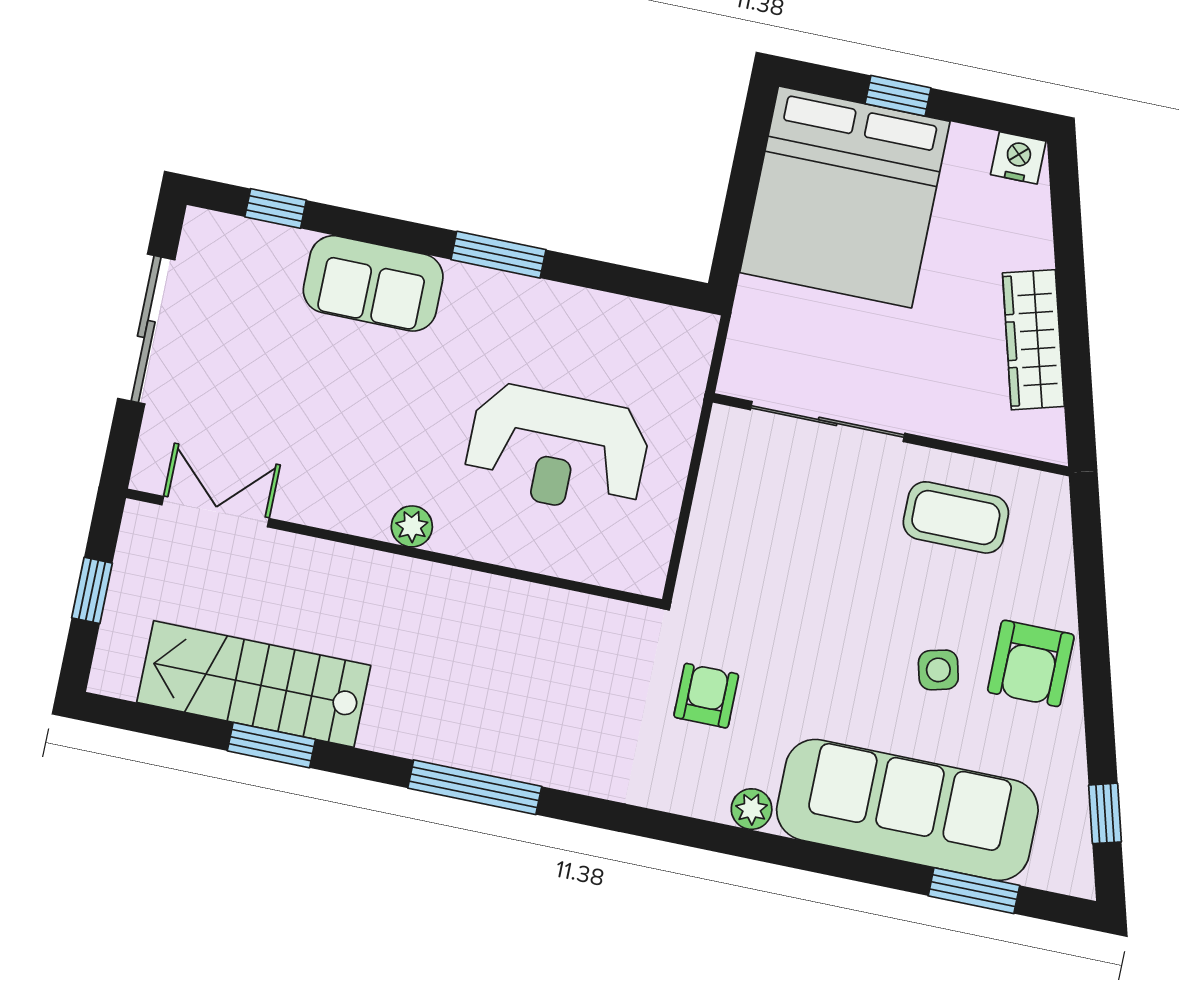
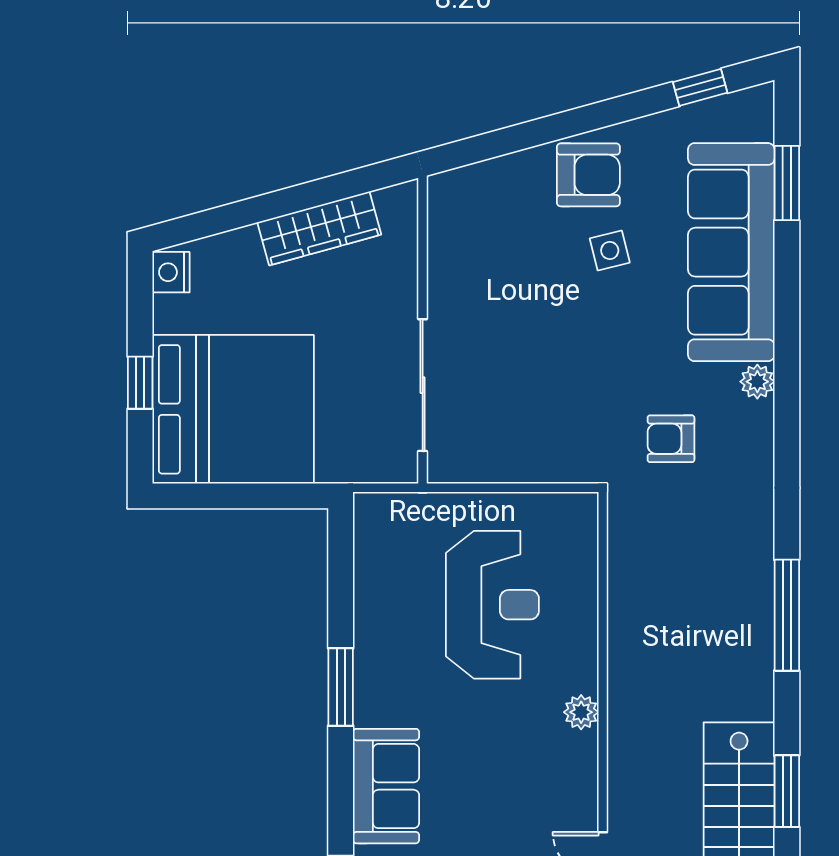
coffee table: (956, 517) -> (480, 262), removed

